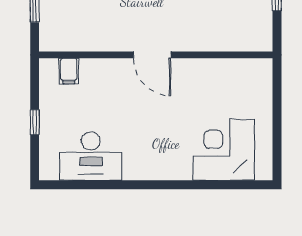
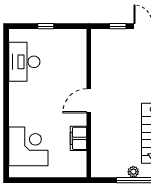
filing cabinet: (69, 71) -> (78, 138), moved, width x2.00

